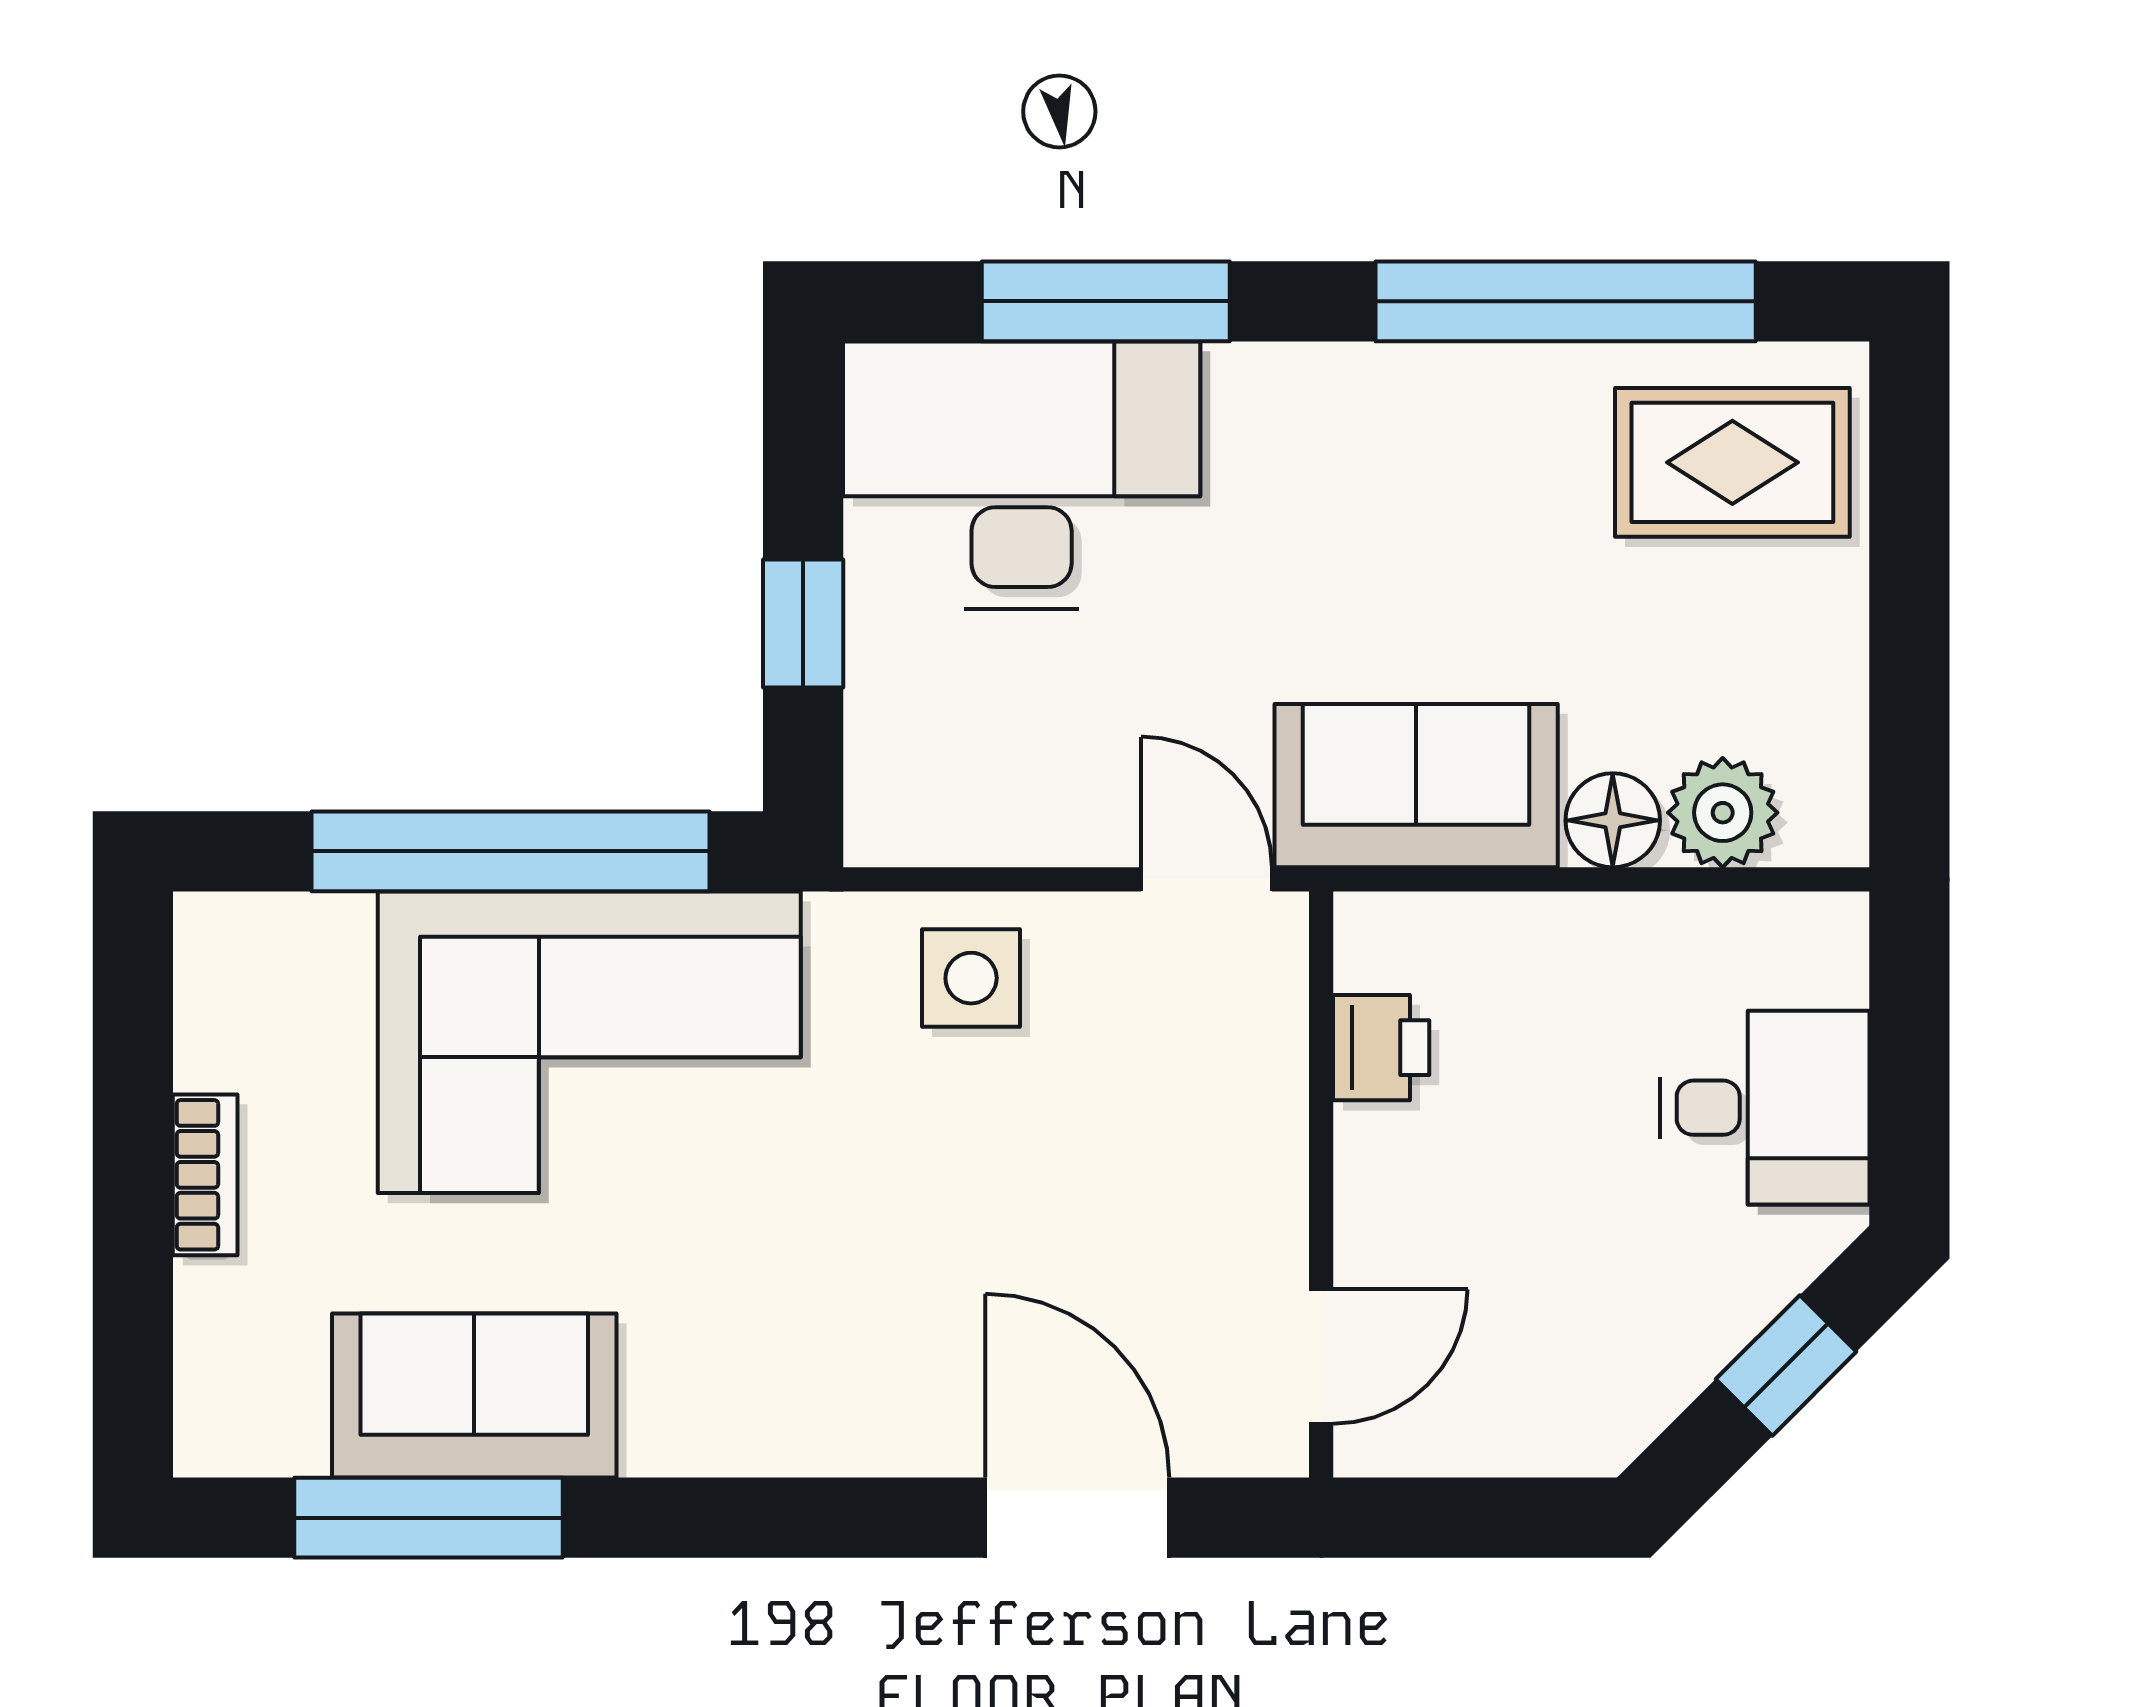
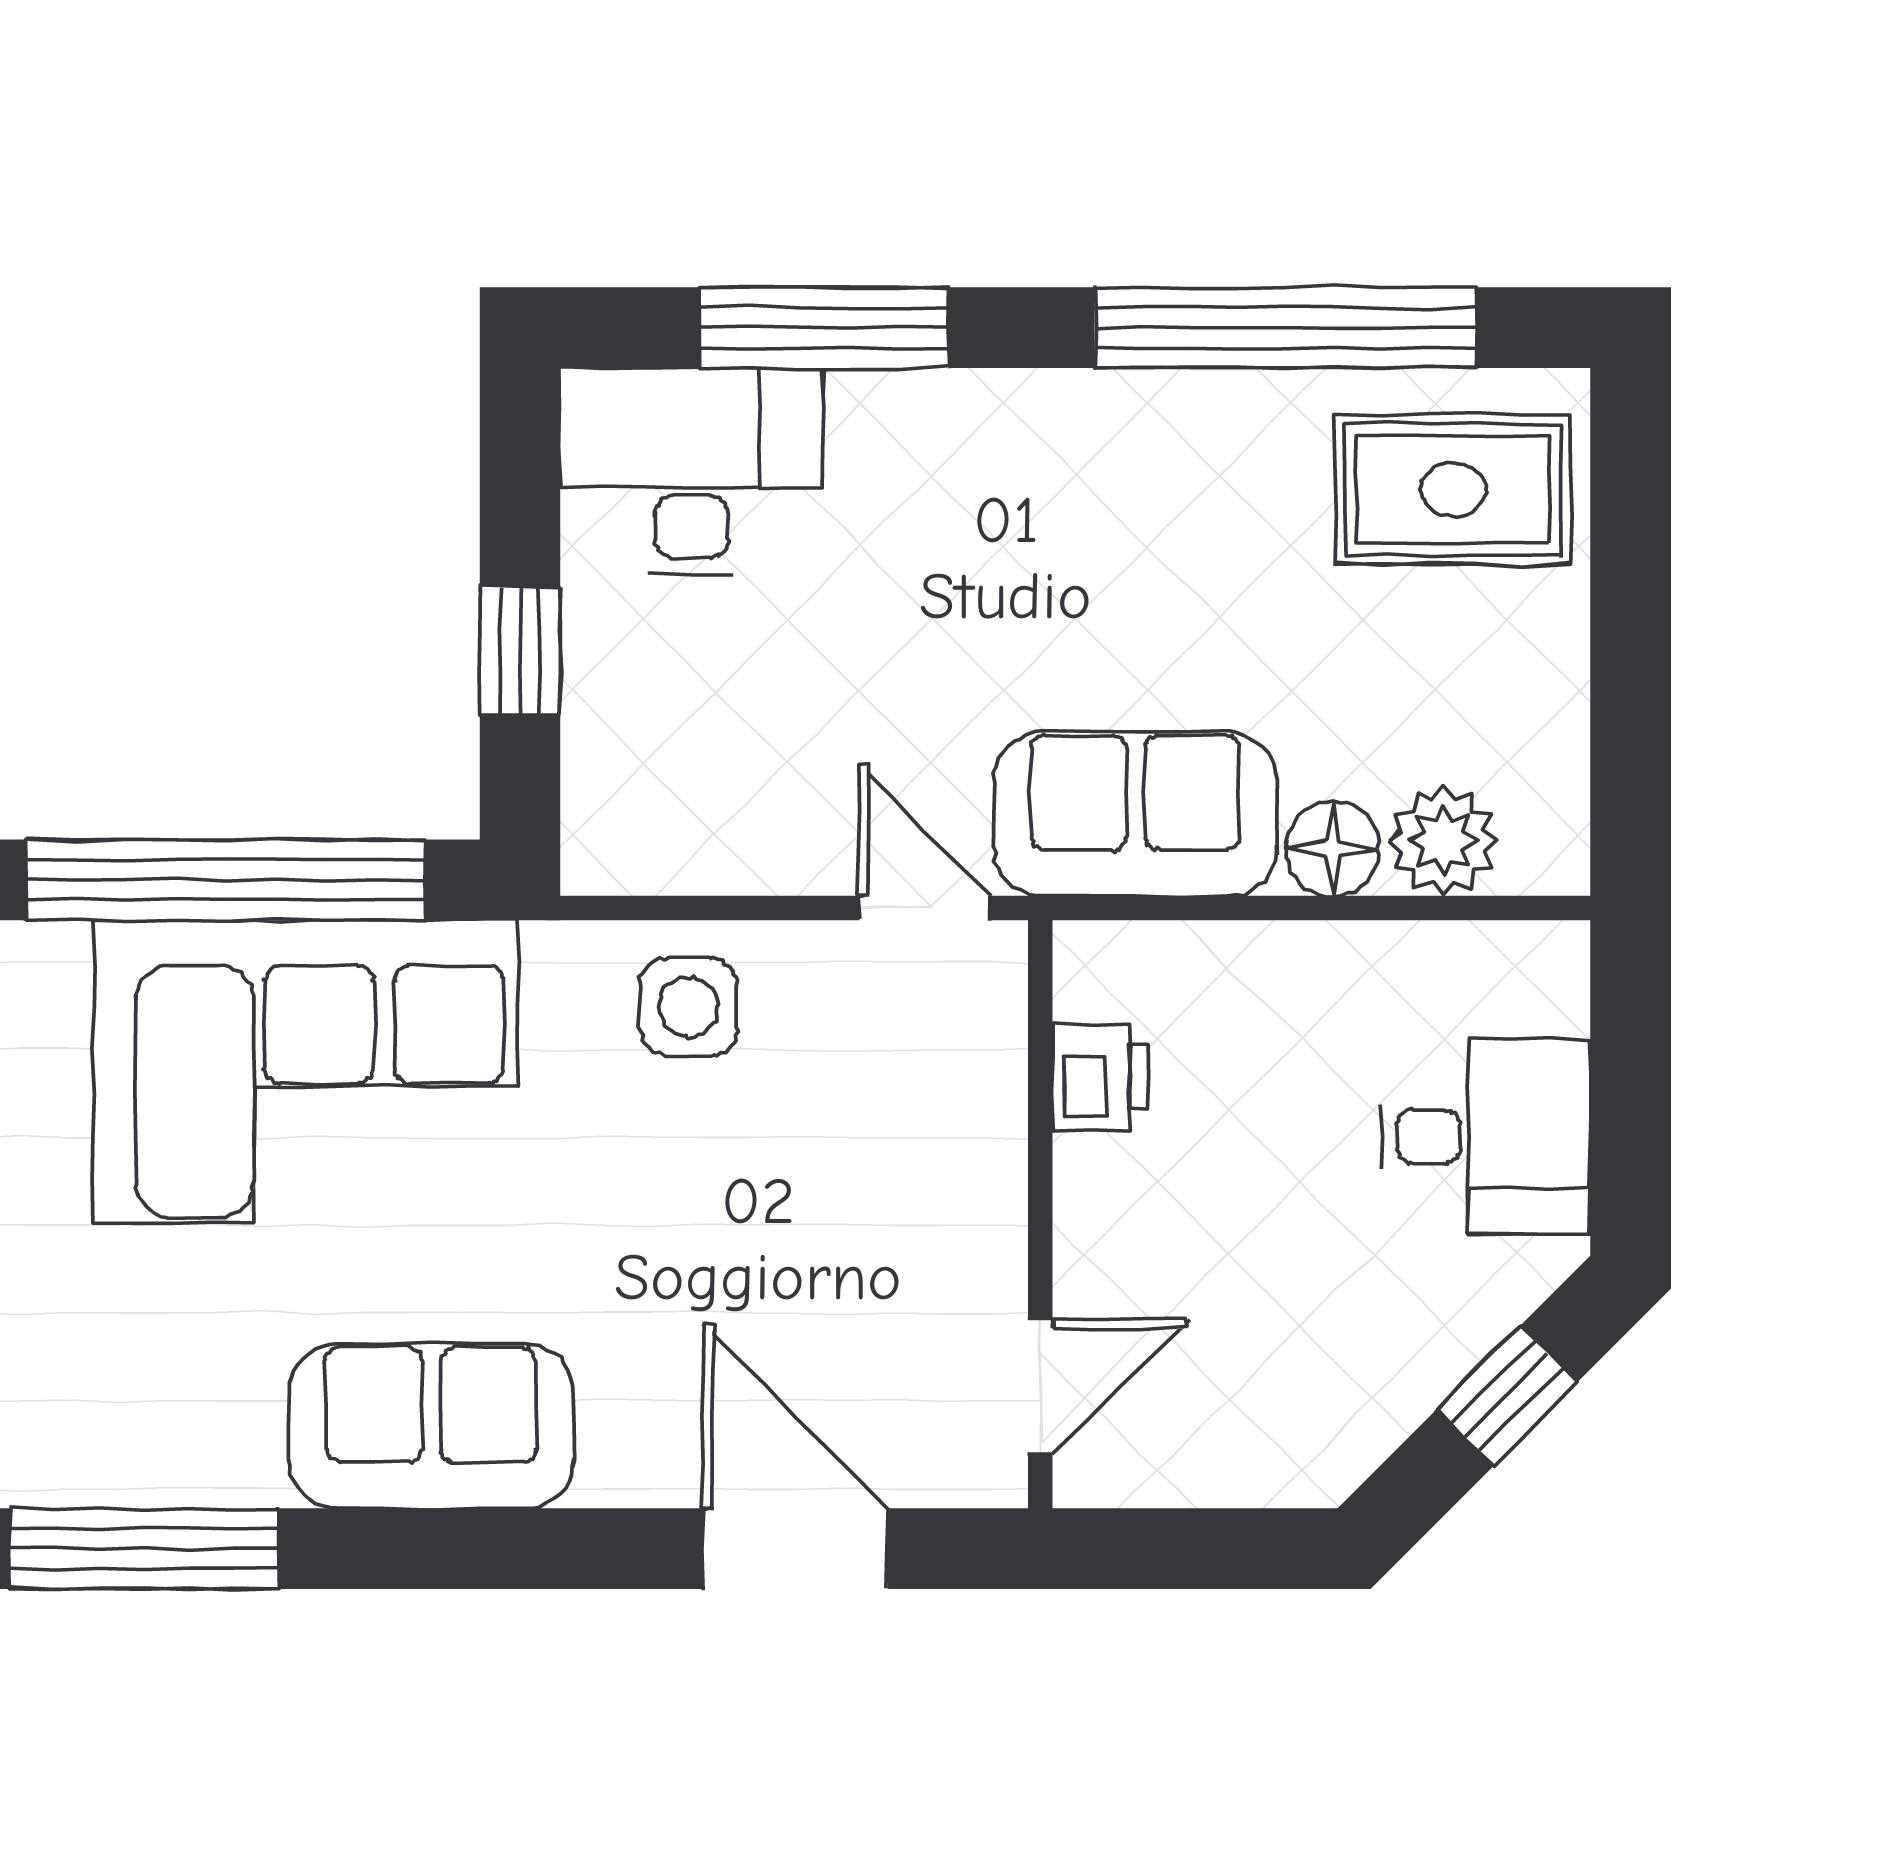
desk: (1022, 475) -> (692, 471), width x0.73, depth x0.77
sofa: (474, 1395) -> (431, 1426), moved

